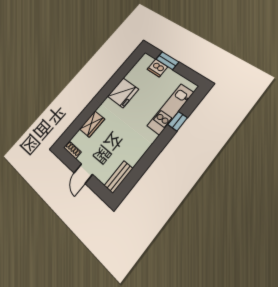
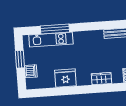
window: (167, 61) -> (20, 59), moved
window: (178, 121) -> (55, 29), width x2.17

